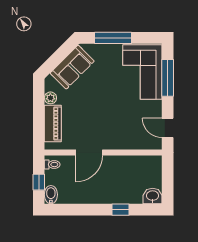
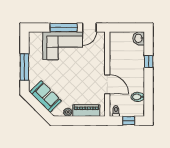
corner sofa: (142, 72) -> (63, 46), moved
window: (168, 78) -> (64, 28), moved
bidet: (51, 195) -> (138, 97), moved

